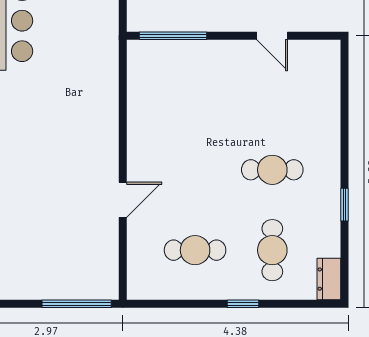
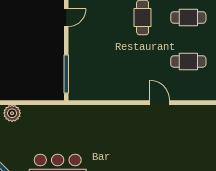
cafe table: (195, 250) -> (188, 61), turned 90

